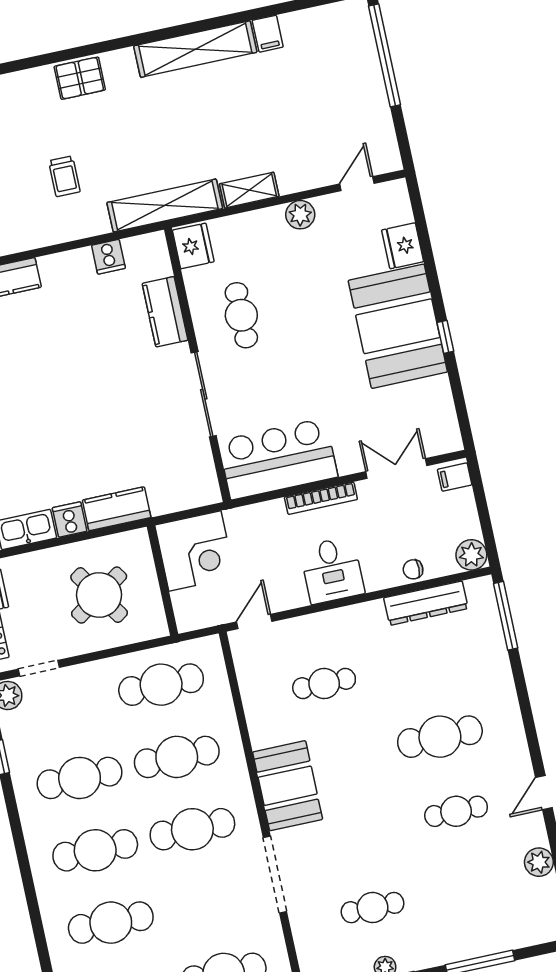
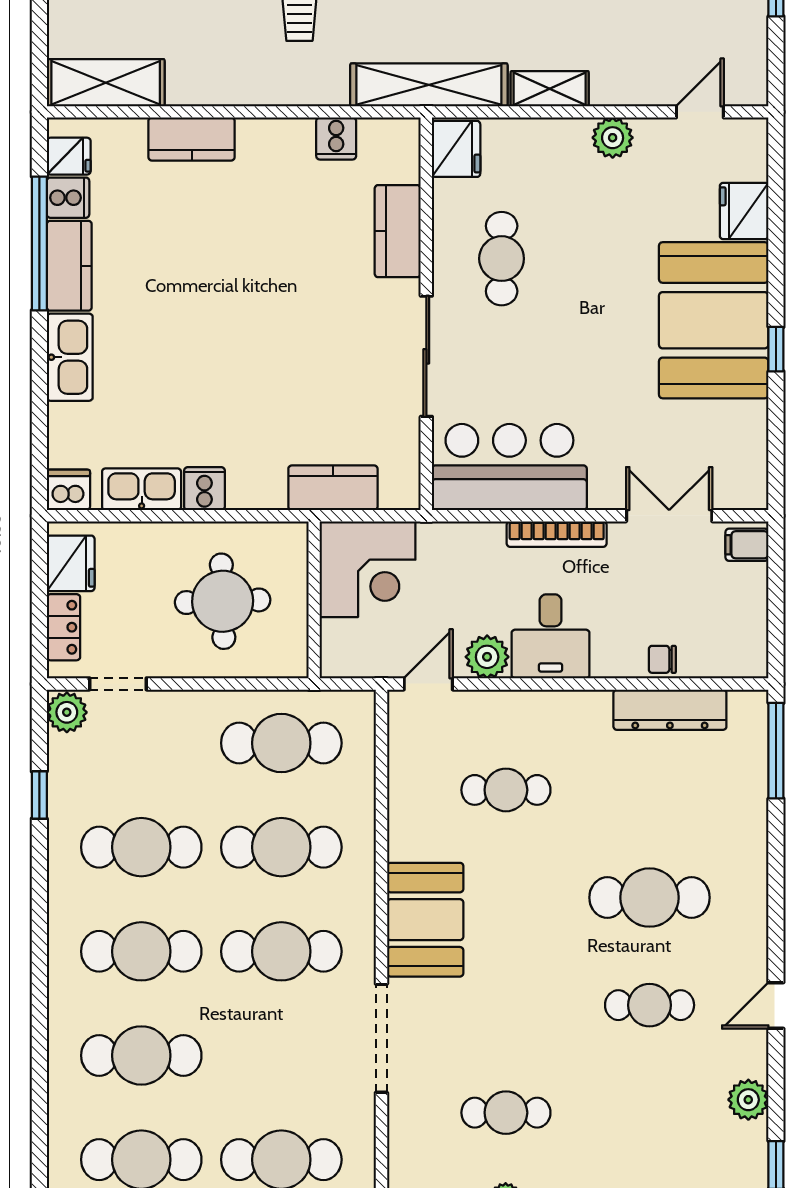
kitchen counter: (117, 509) -> (333, 488), moved
plant: (471, 555) -> (487, 657), moved
round table: (99, 595) -> (223, 601), turned 32

